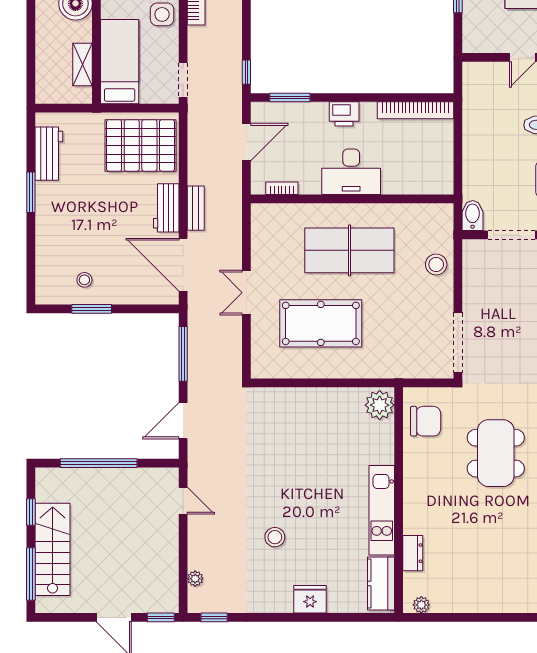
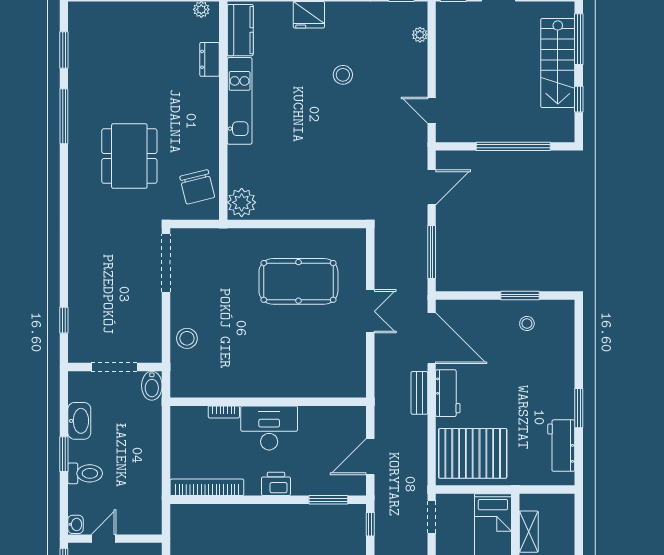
bookcase: (282, 188) -> (224, 412), moved
table tennis table: (349, 250) -> (271, 352), removed
chair: (426, 421) -> (197, 187), turned -104

